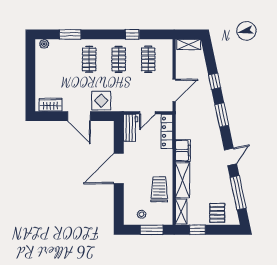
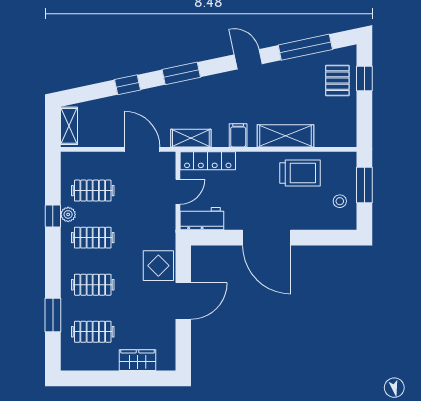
plant: (44, 44) -> (68, 214), moved
clothes rail: (60, 59) -> (93, 332), added
wardrobe: (50, 105) -> (138, 360), moved, turned 90
door: (147, 113) -> (178, 192), hinge flipped
filing cabinet: (183, 151) -> (238, 135), width x0.50
trolley: (159, 189) -> (300, 173), turned 180
shelving: (181, 211) -> (191, 138), moved
pallet: (217, 213) -> (337, 81), turned 90
window: (197, 230) -> (364, 78), moved

